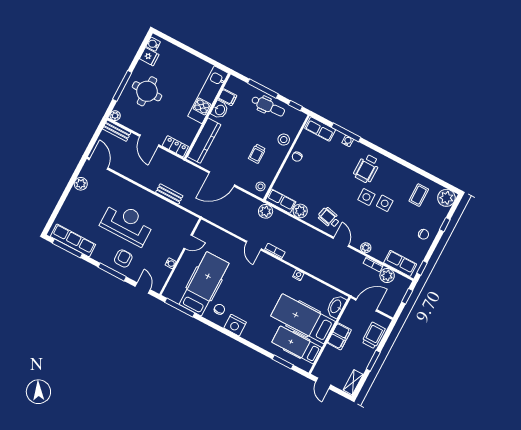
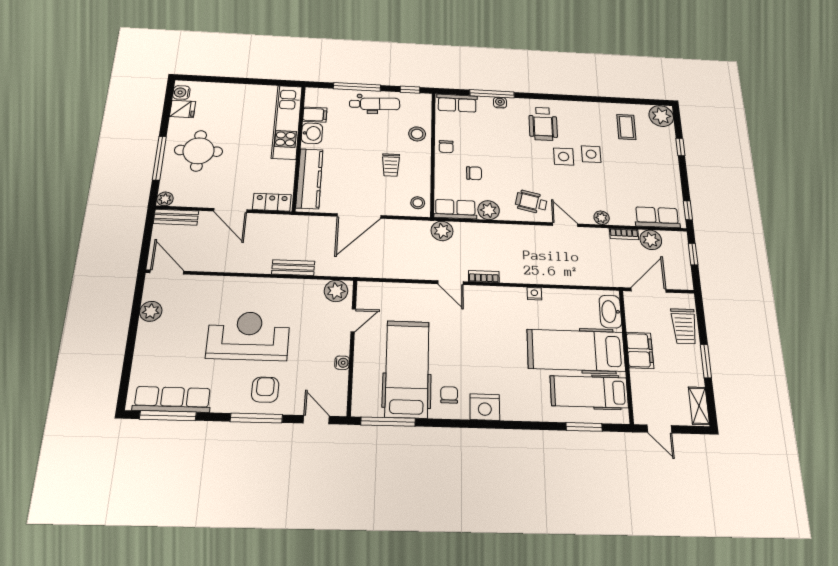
plant: (187, 220) -> (336, 291), added
chair: (424, 234) -> (474, 173), moved
trolley: (373, 335) -> (684, 326), turned 180

